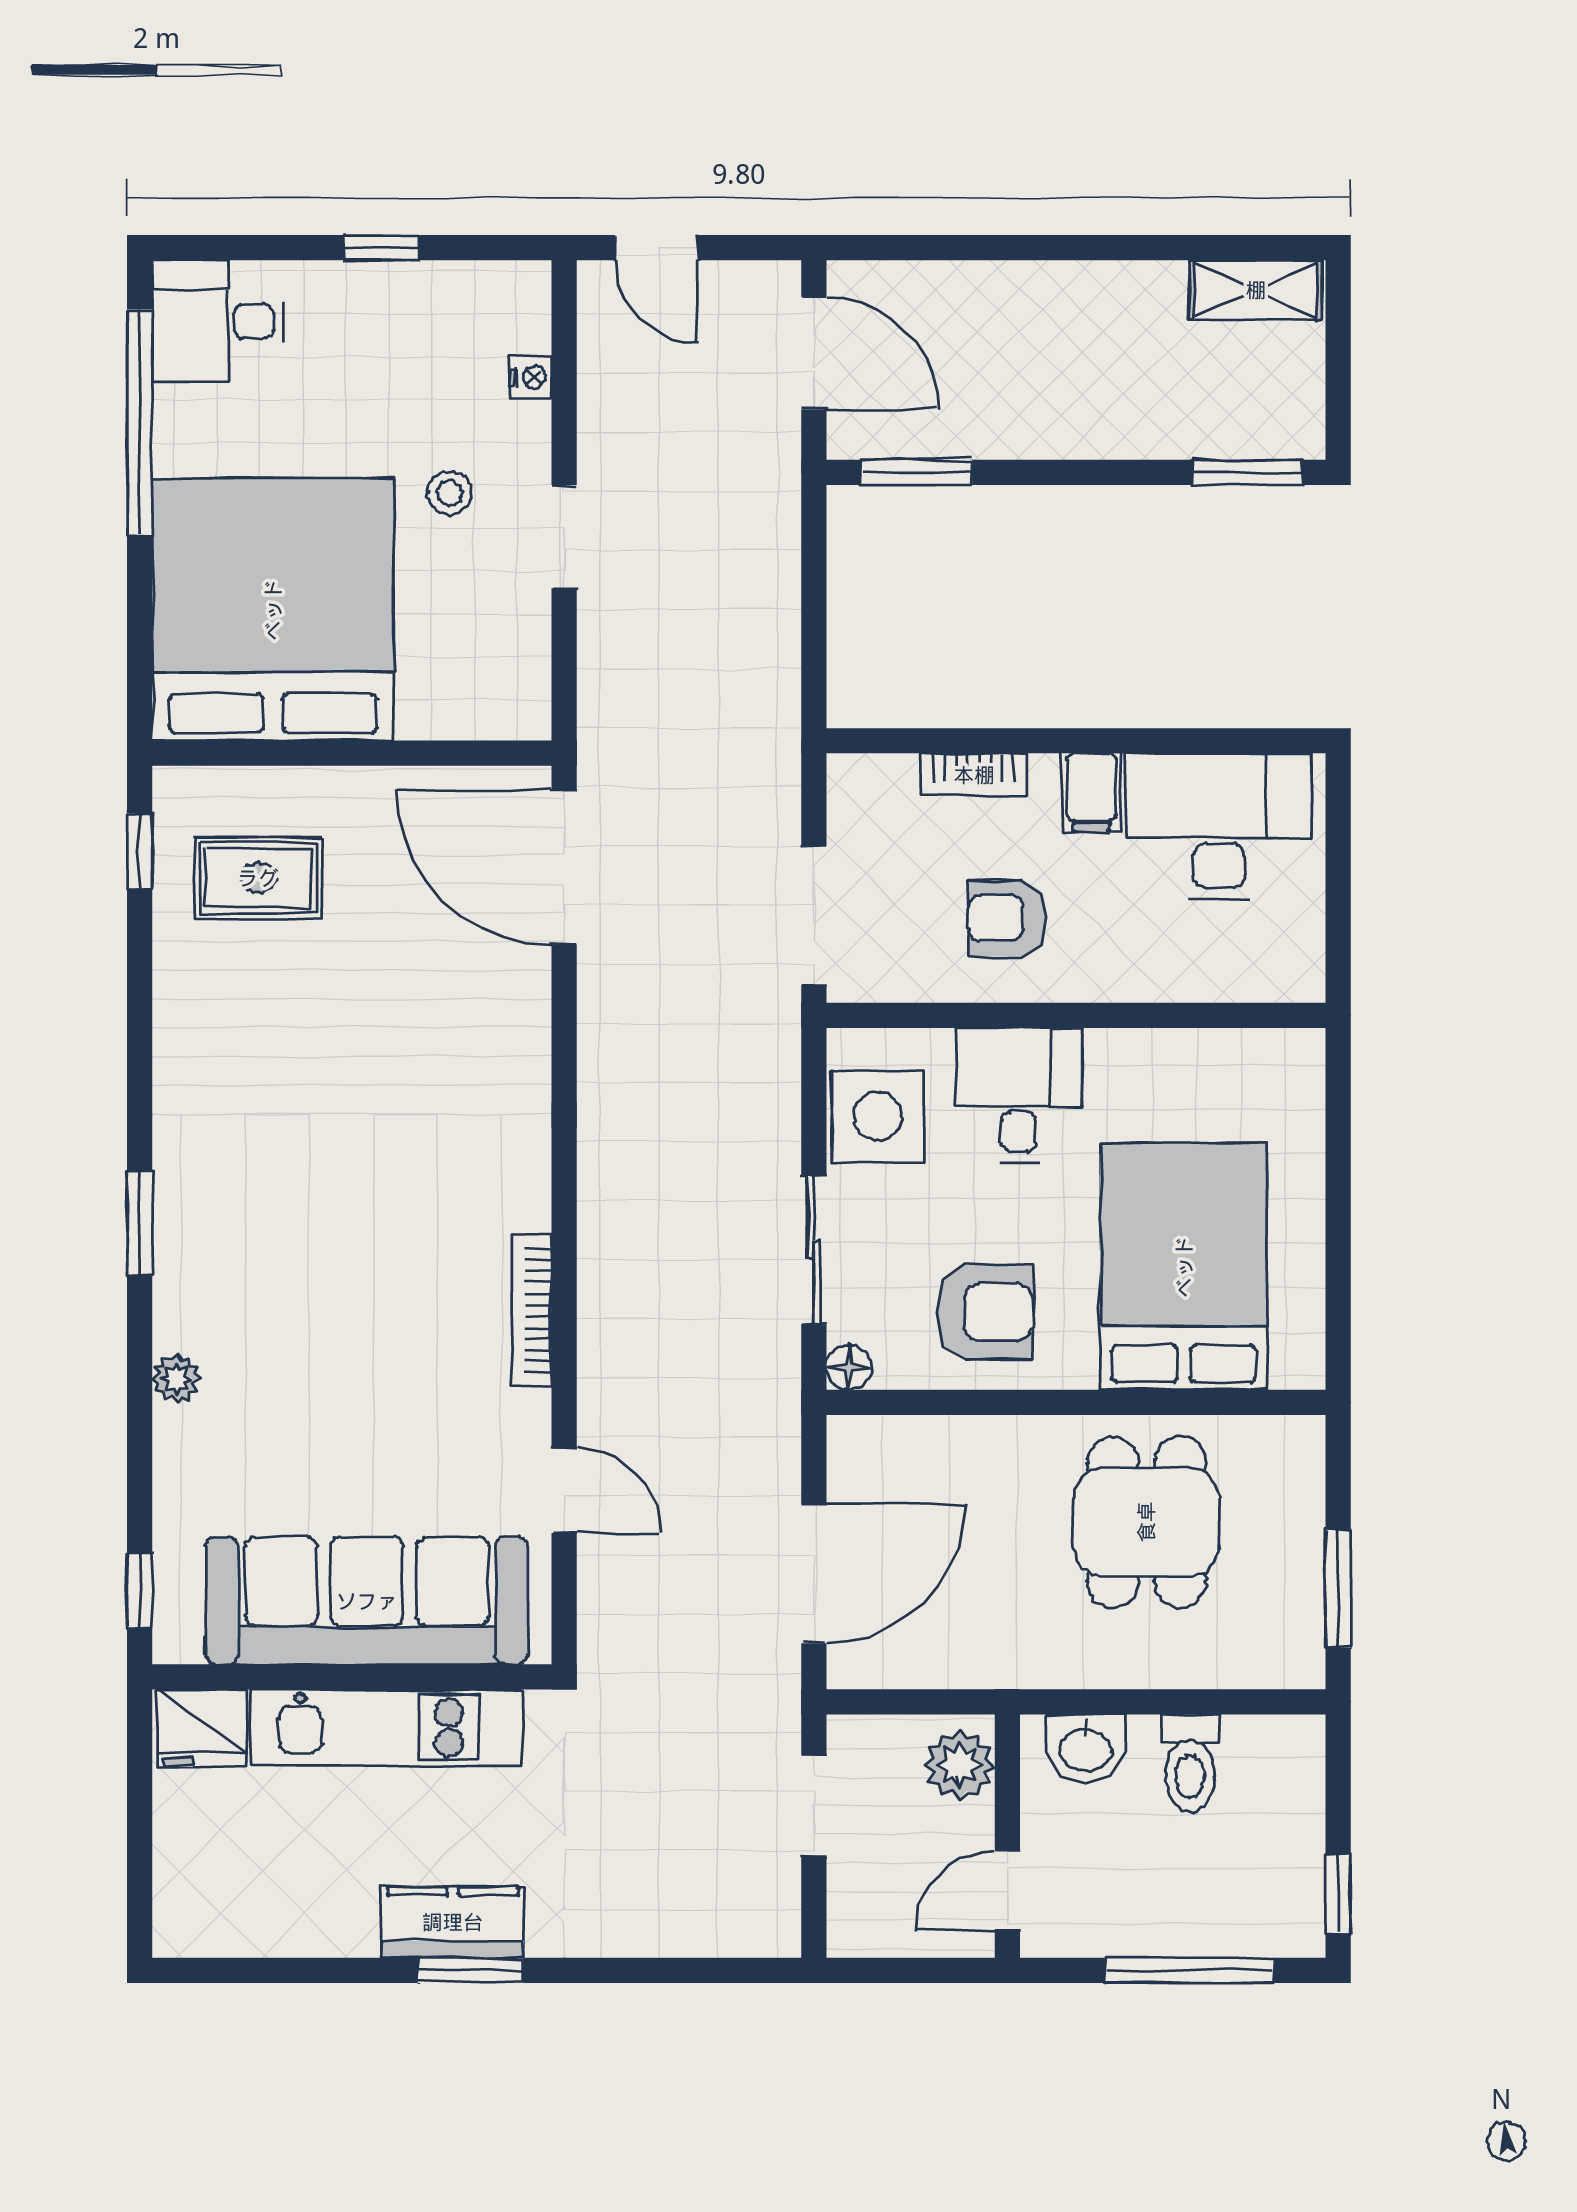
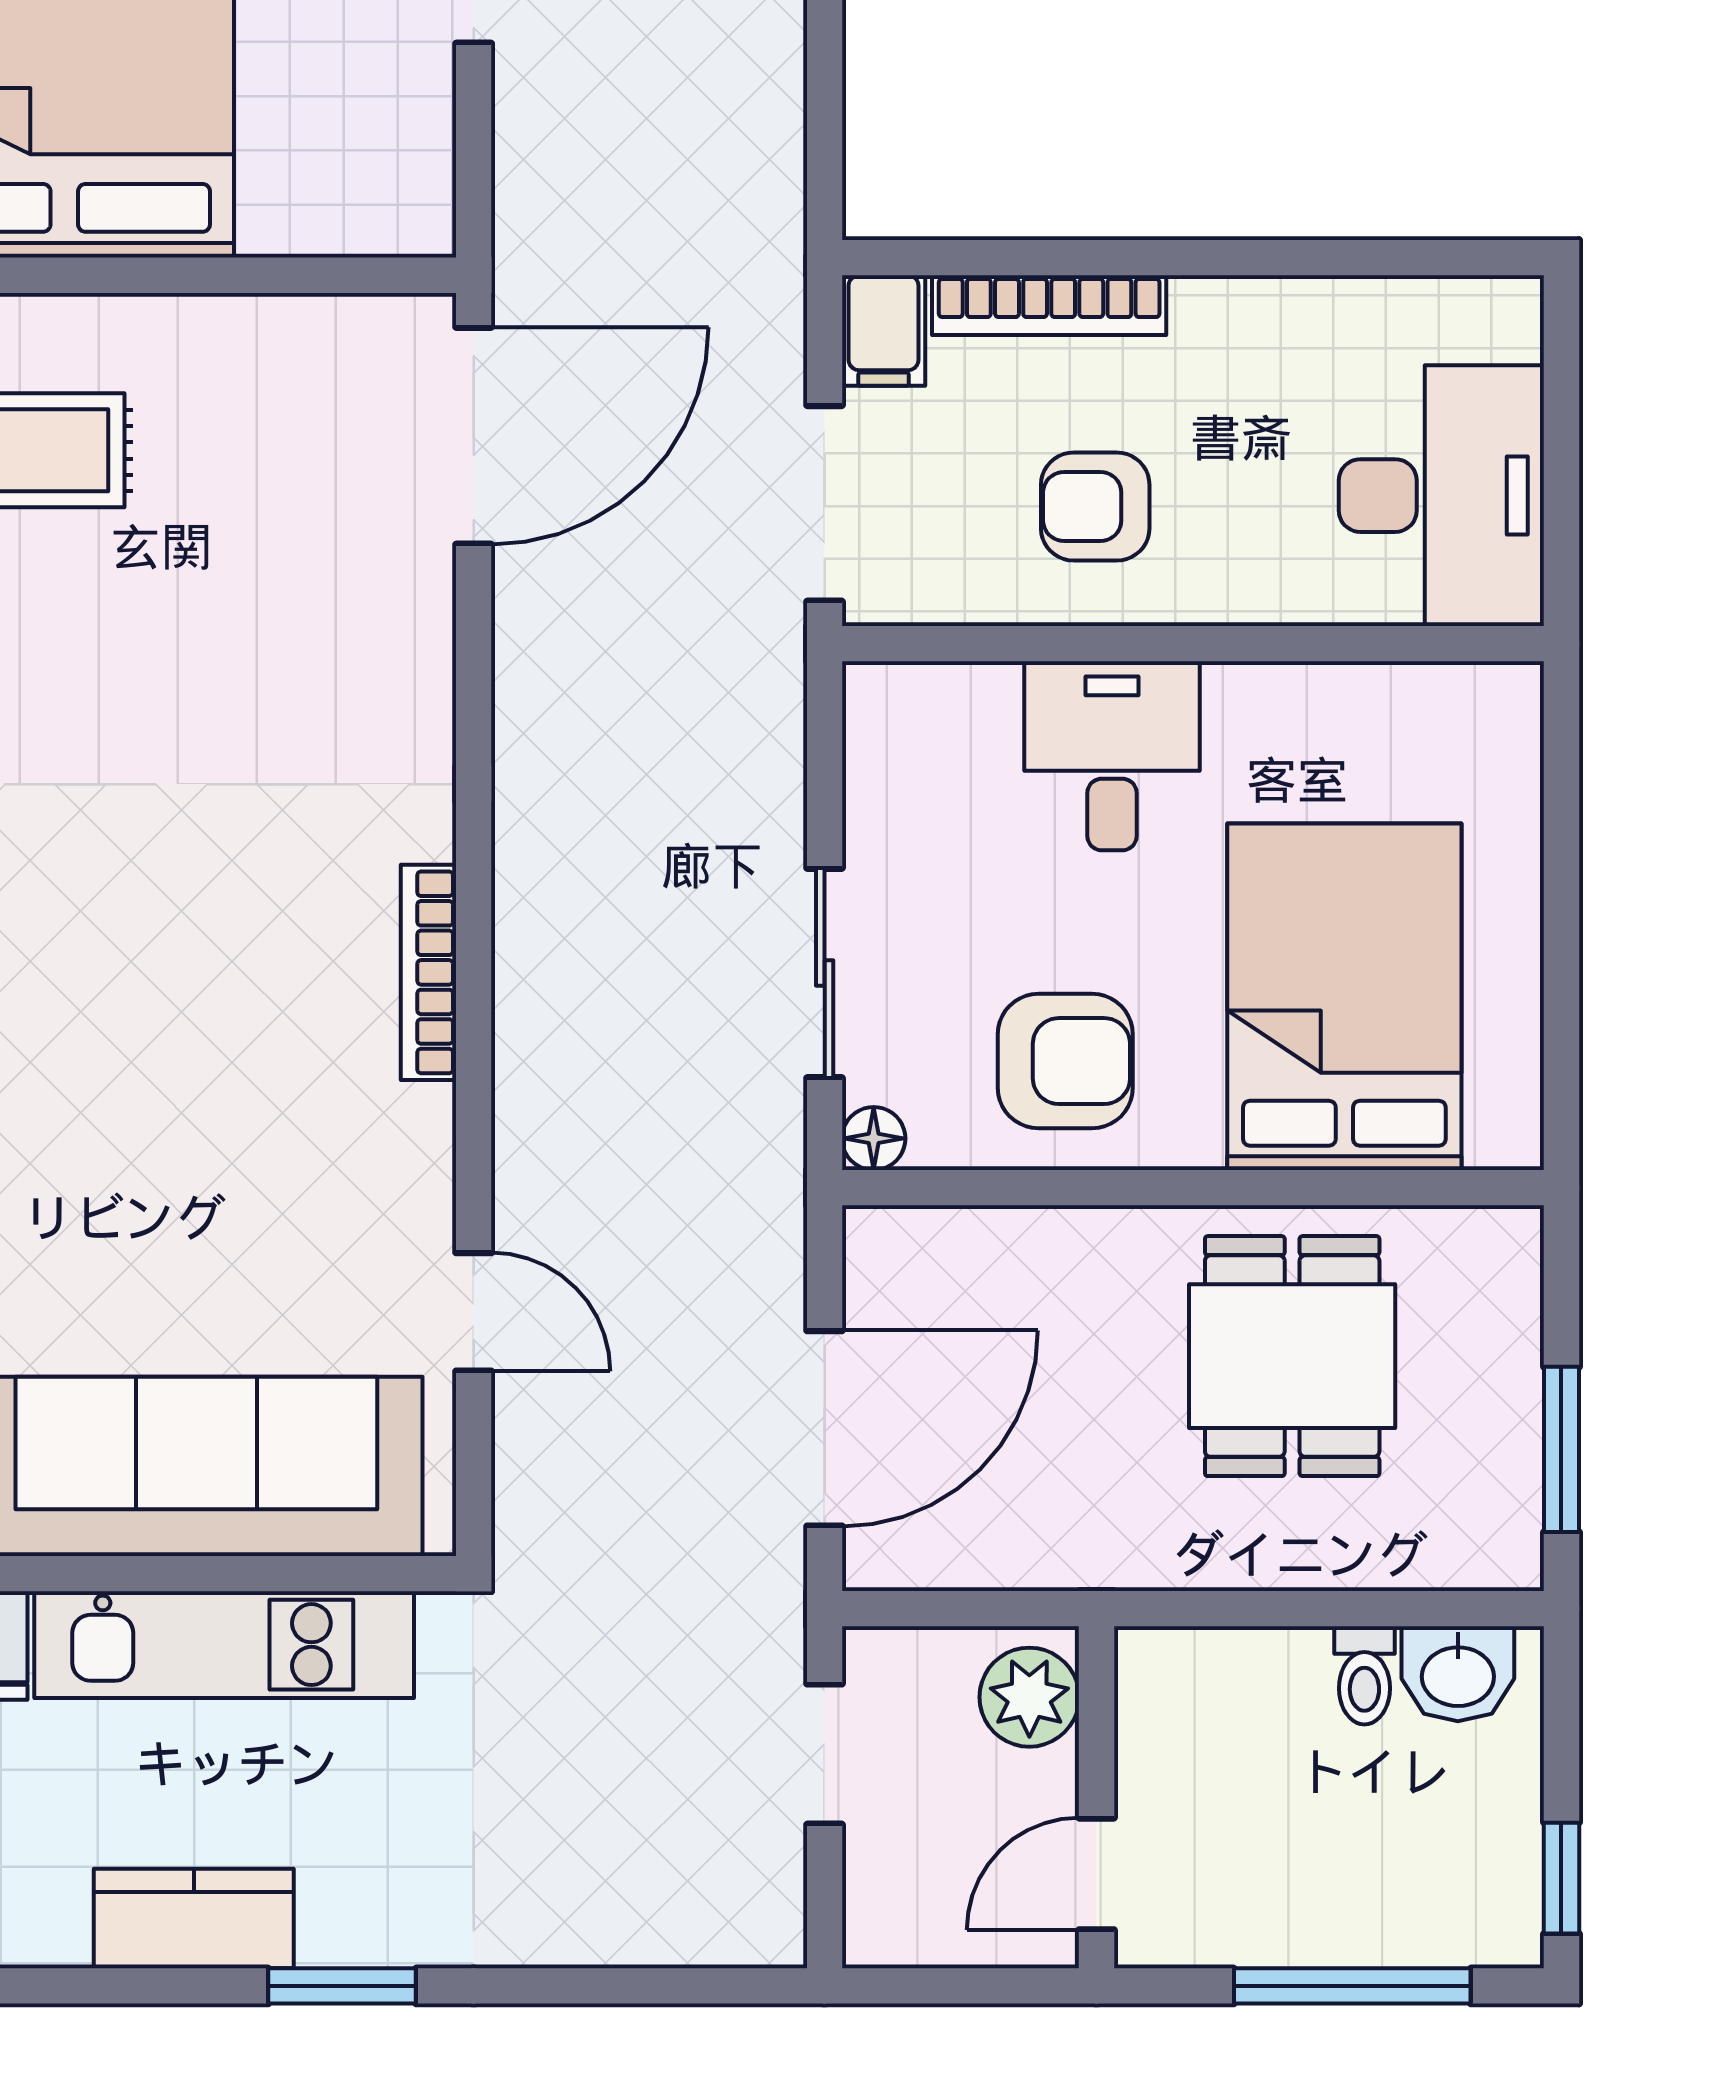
bookcase: (974, 775) -> (1049, 305), width x1.56
filing cabinet: (1091, 793) -> (884, 330), moved
desk: (1219, 826) -> (1441, 496), moved, turned 90
door: (564, 867) -> (474, 436), swing flipped
side table: (878, 1117) -> (914, 786), removed
bookcase: (532, 1311) -> (429, 972), moved
washbasin: (1086, 1748) -> (1458, 1674), moved
toilet: (1190, 1763) -> (1364, 1675), width x0.73, depth x0.72
kitchen counter: (453, 1922) -> (194, 1918), moved

